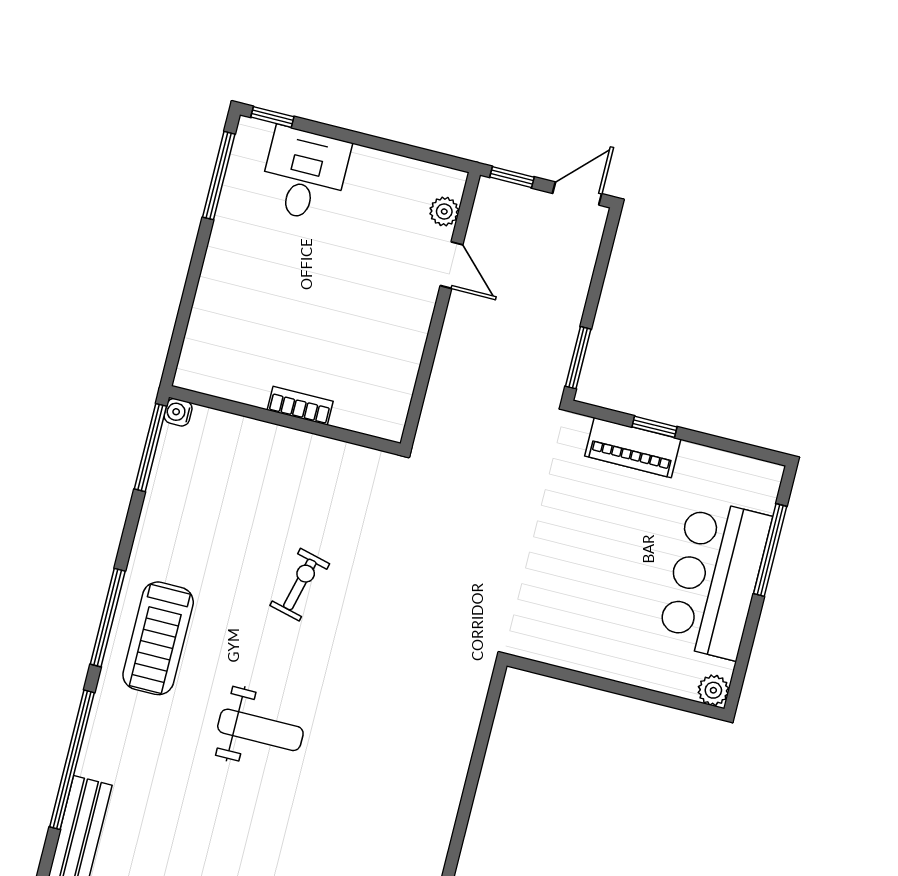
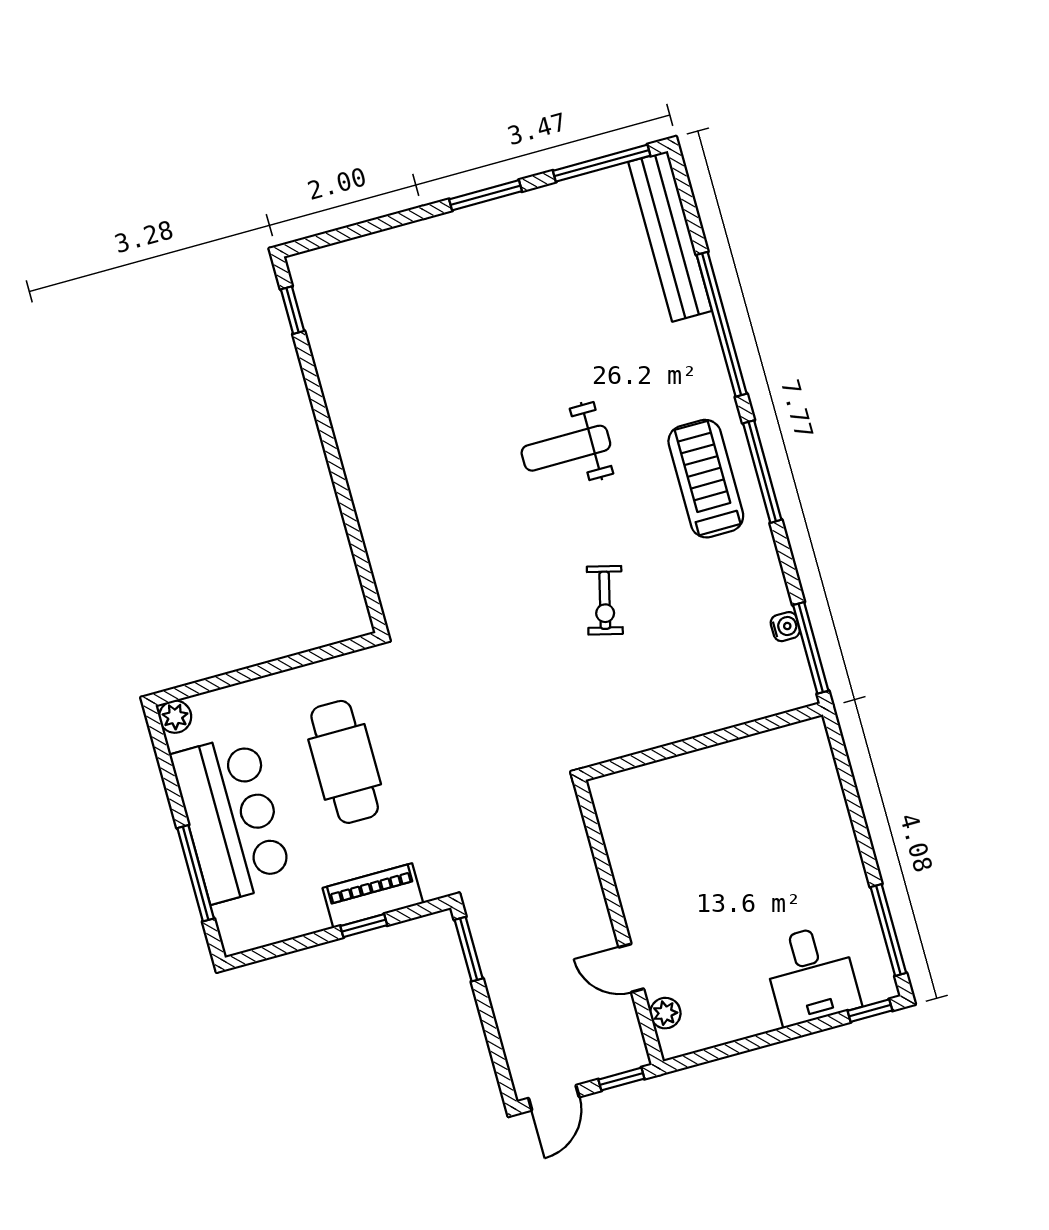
bookcase: (300, 406) -> (696, 763), removed
water cooler: (178, 412) -> (785, 627), moved
cafe table: (593, 573) -> (345, 762), added

